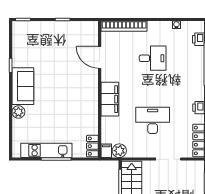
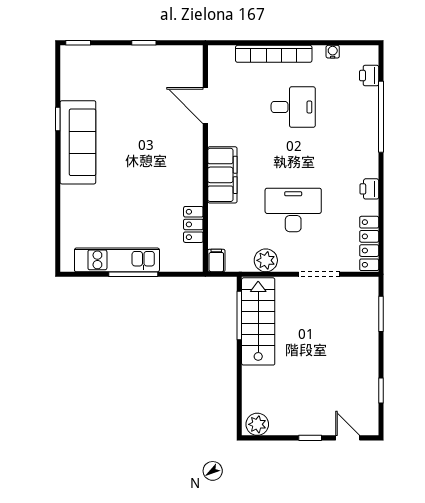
bookcase: (124, 26) -> (274, 54), moved
sofa: (23, 86) -> (78, 142), width x1.36
plant: (18, 112) -> (71, 196), removed
locker: (92, 146) -> (193, 224), moved
plant: (119, 151) -> (266, 260), moved

